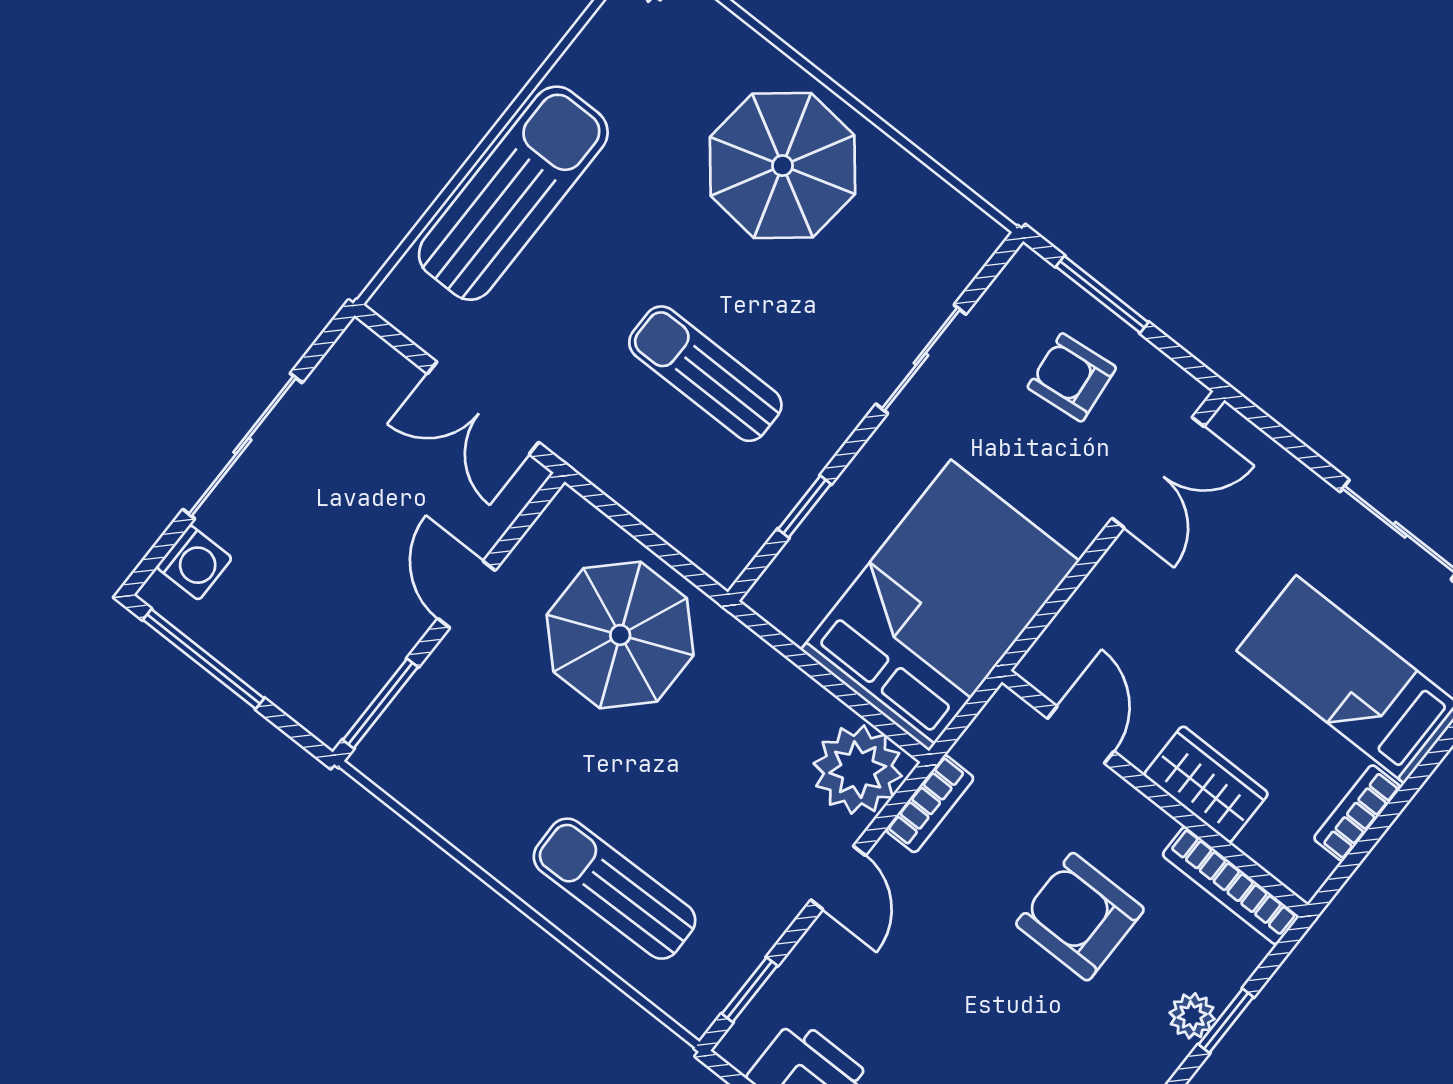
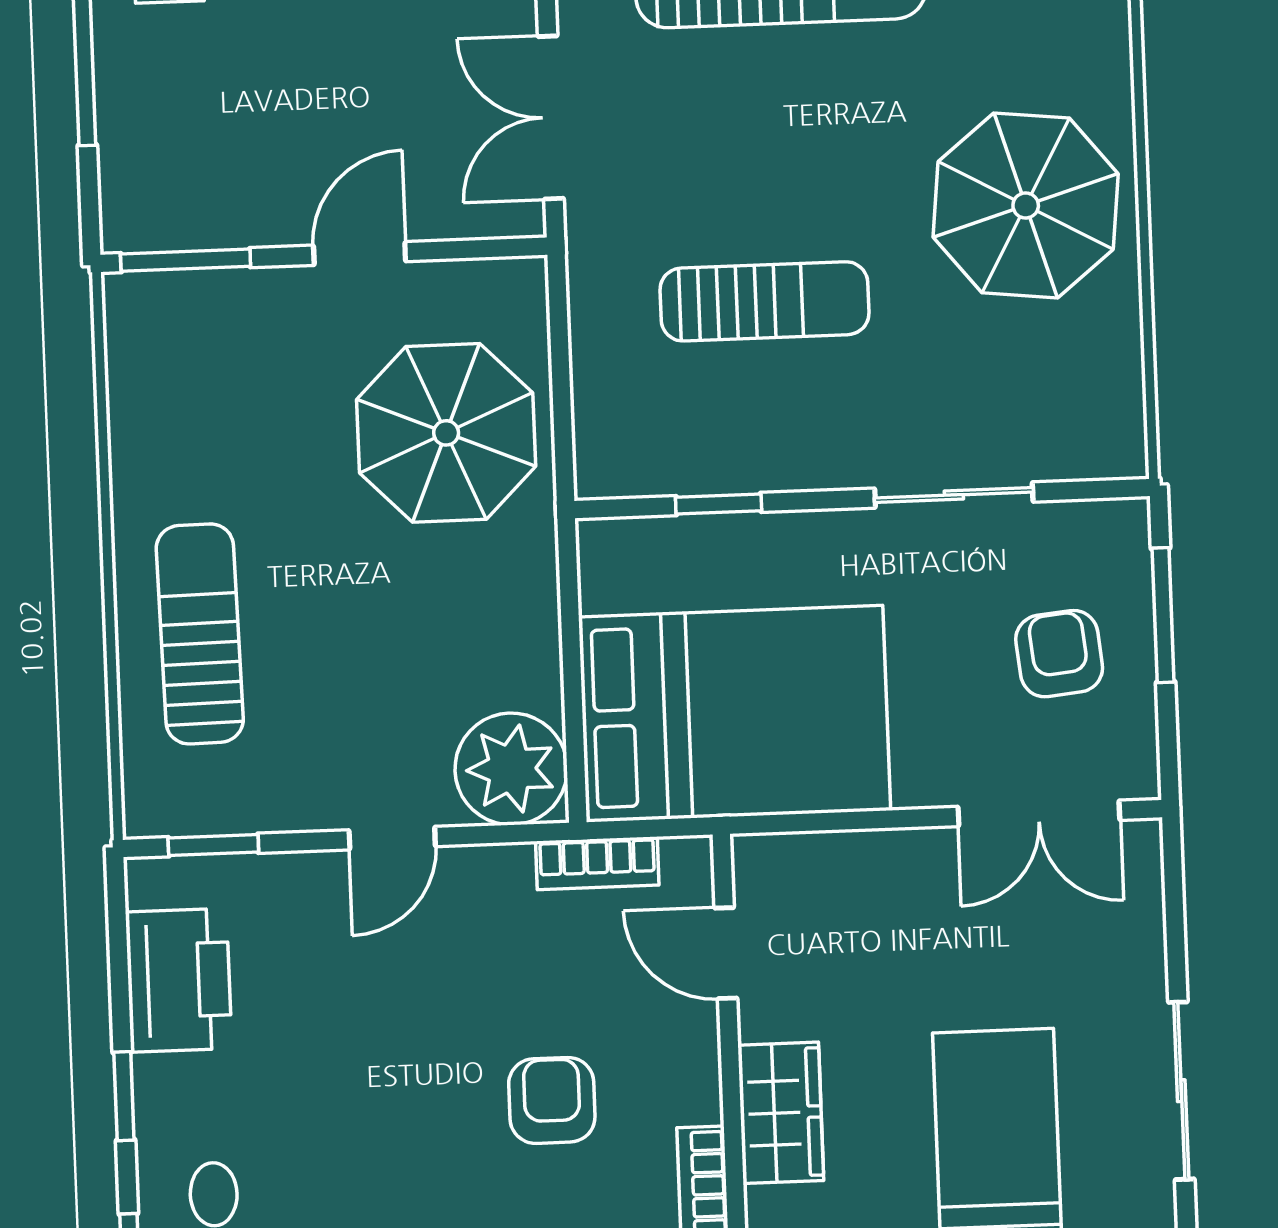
sun lounger: (705, 374) -> (765, 301), turned 90
door: (1081, 735) -> (726, 953), swing flipped
bookcase: (930, 804) -> (597, 863), moved
armchair: (1080, 917) -> (552, 1100), width x0.72, depth x0.72

